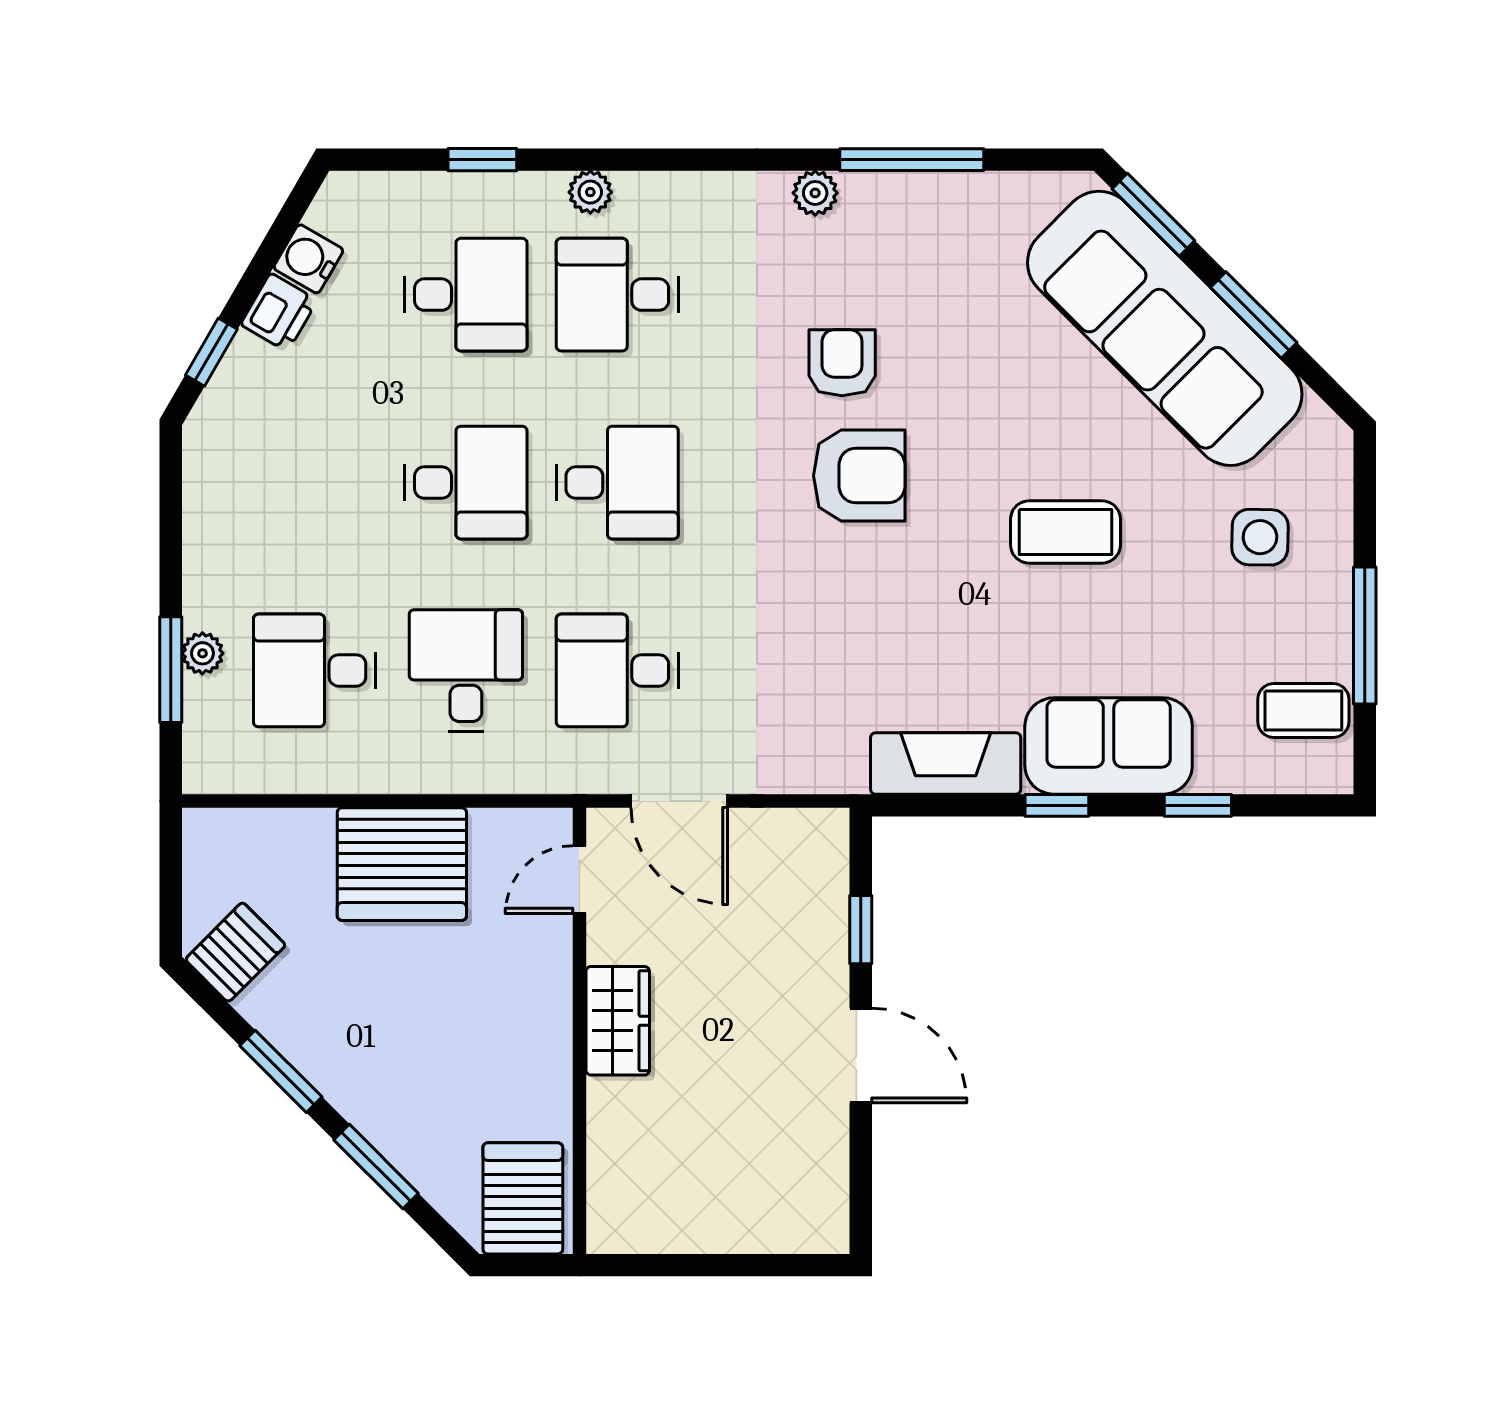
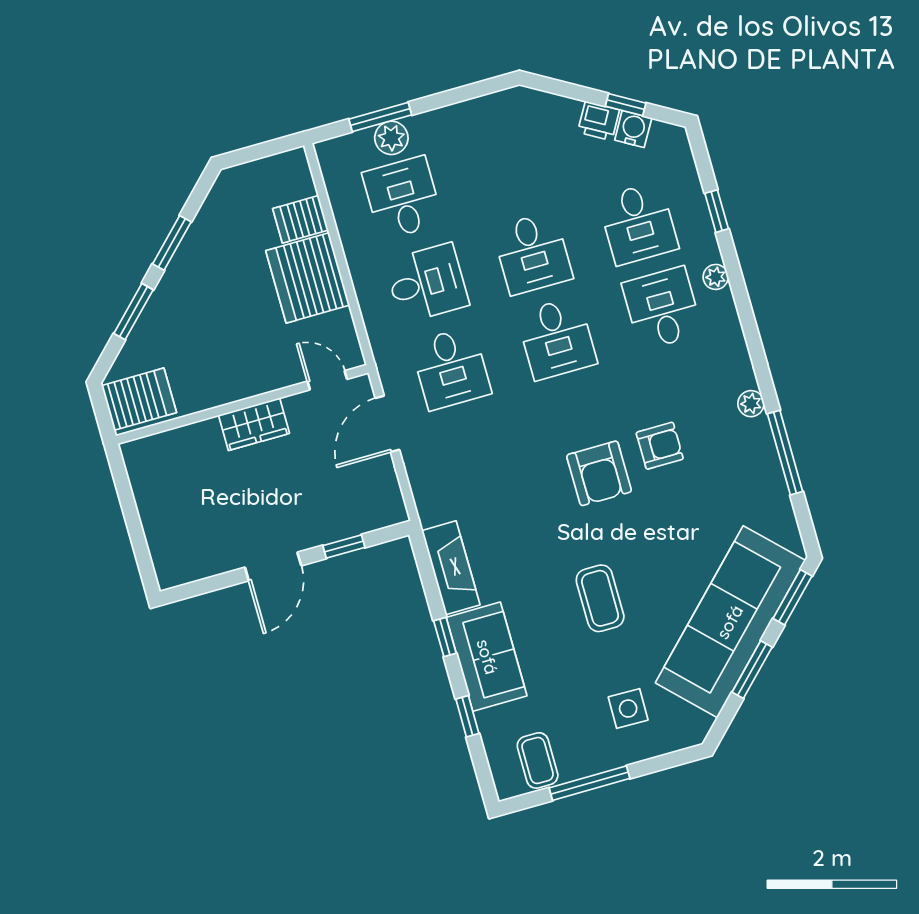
window: (211, 352) -> (626, 105), moved
plant: (202, 653) -> (391, 138), width x1.38, depth x1.38
desk: (617, 670) -> (451, 368), turned 180
server rack: (235, 952) -> (301, 219), moved, turned 135

